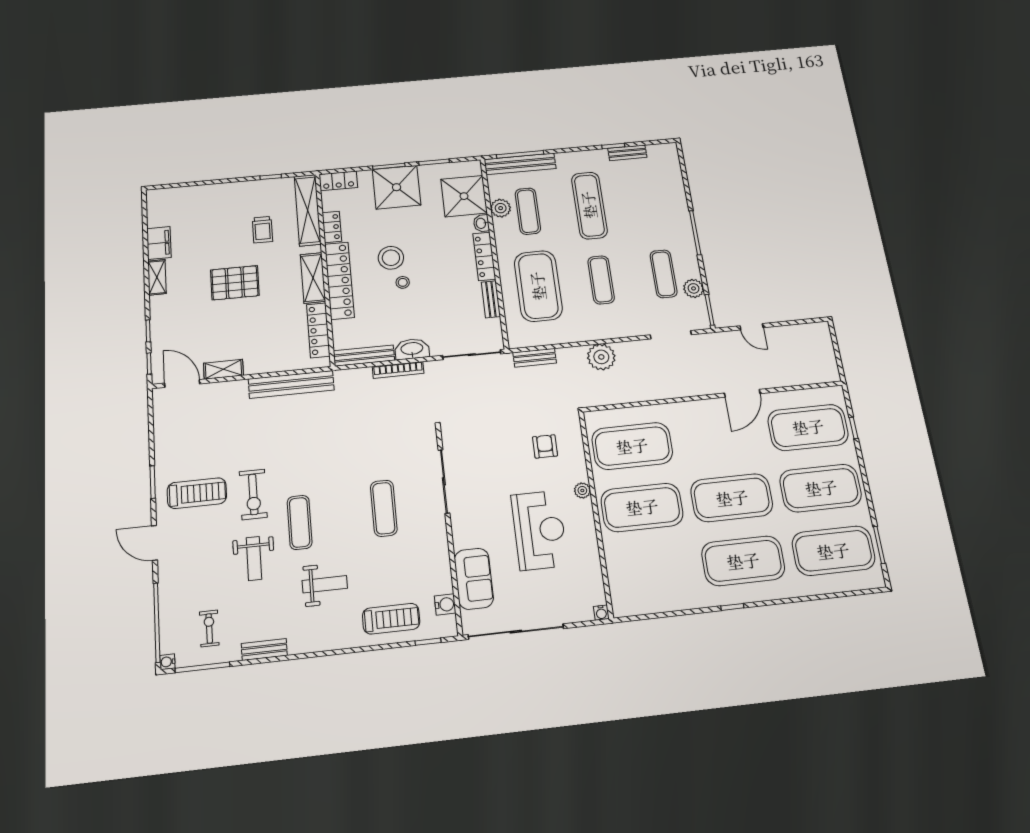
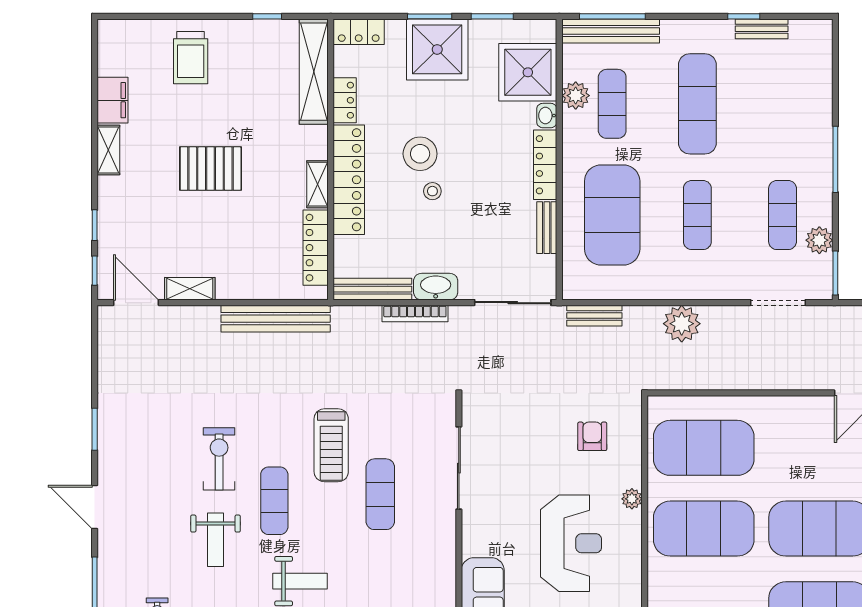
trolley: (263, 230) -> (191, 58), moved, width x1.36, depth x1.39
shelving: (313, 278) -> (318, 184), width x0.67, depth x0.75
treadmill: (197, 493) -> (331, 445), moved, turned 90
exercise bike: (253, 494) -> (219, 459), turned 180

